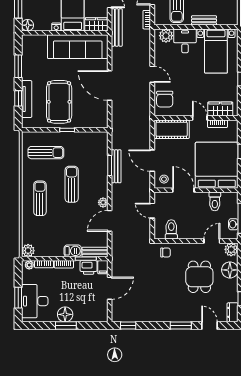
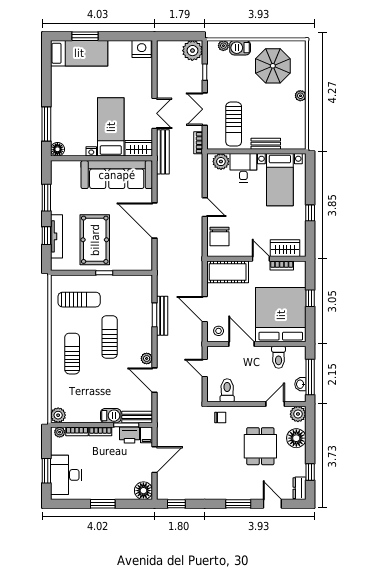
door: (110, 221) -> (154, 380), hinge flipped
floor lamp: (65, 314) -> (143, 491), moved

